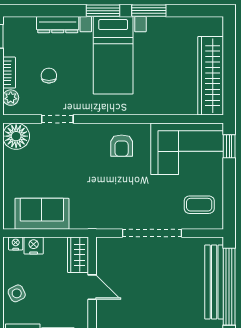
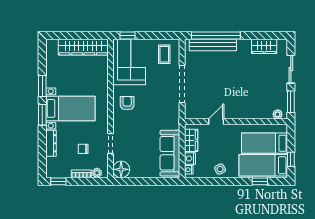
armchair: (122, 146) -> (127, 103), turned -90
sofa: (42, 214) -> (170, 153), width x1.36
wardrobe: (78, 255) -> (191, 140), moved, turned -90

